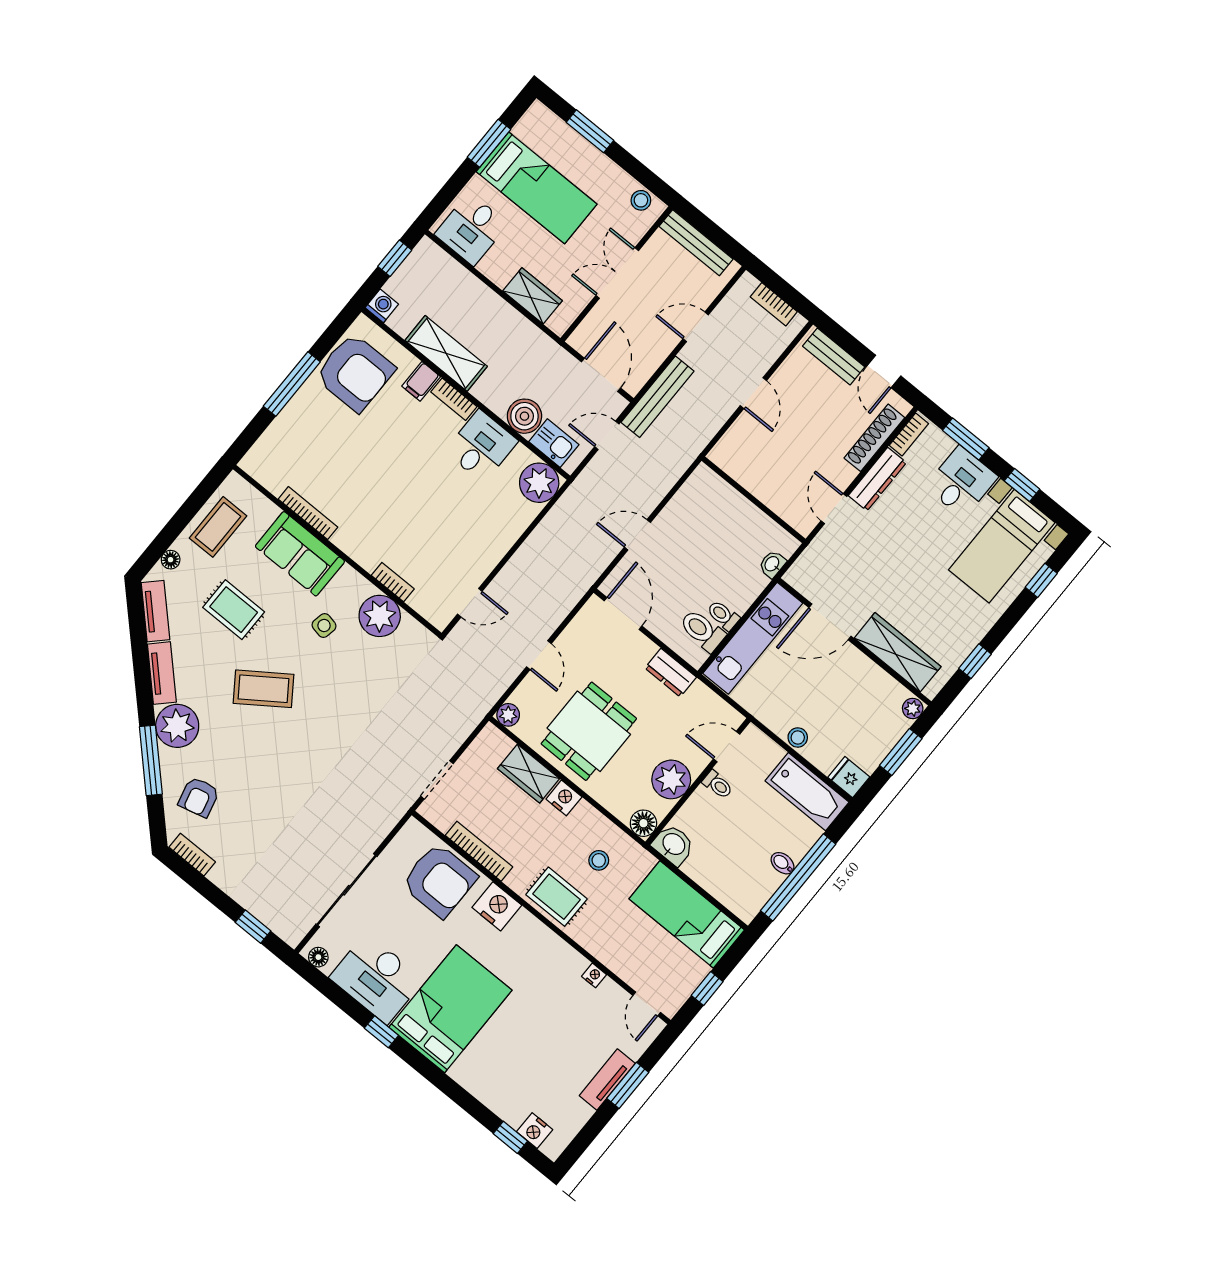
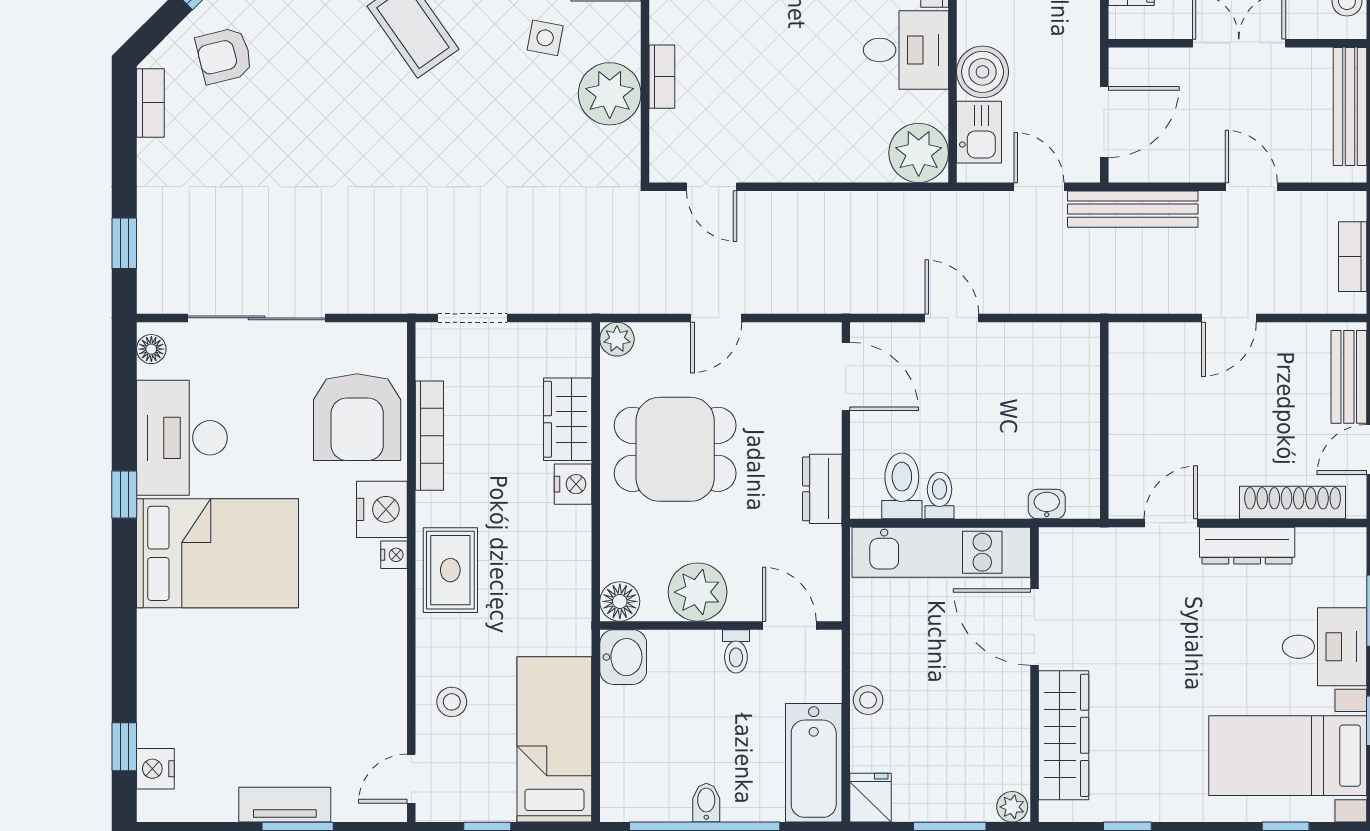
bookcase: (909, 434) -> (1330, 540), removed
door: (623, 613) -> (846, 376), hinge flipped
stool: (599, 860) -> (452, 702), moved
nightstand: (594, 975) -> (394, 555), moved

